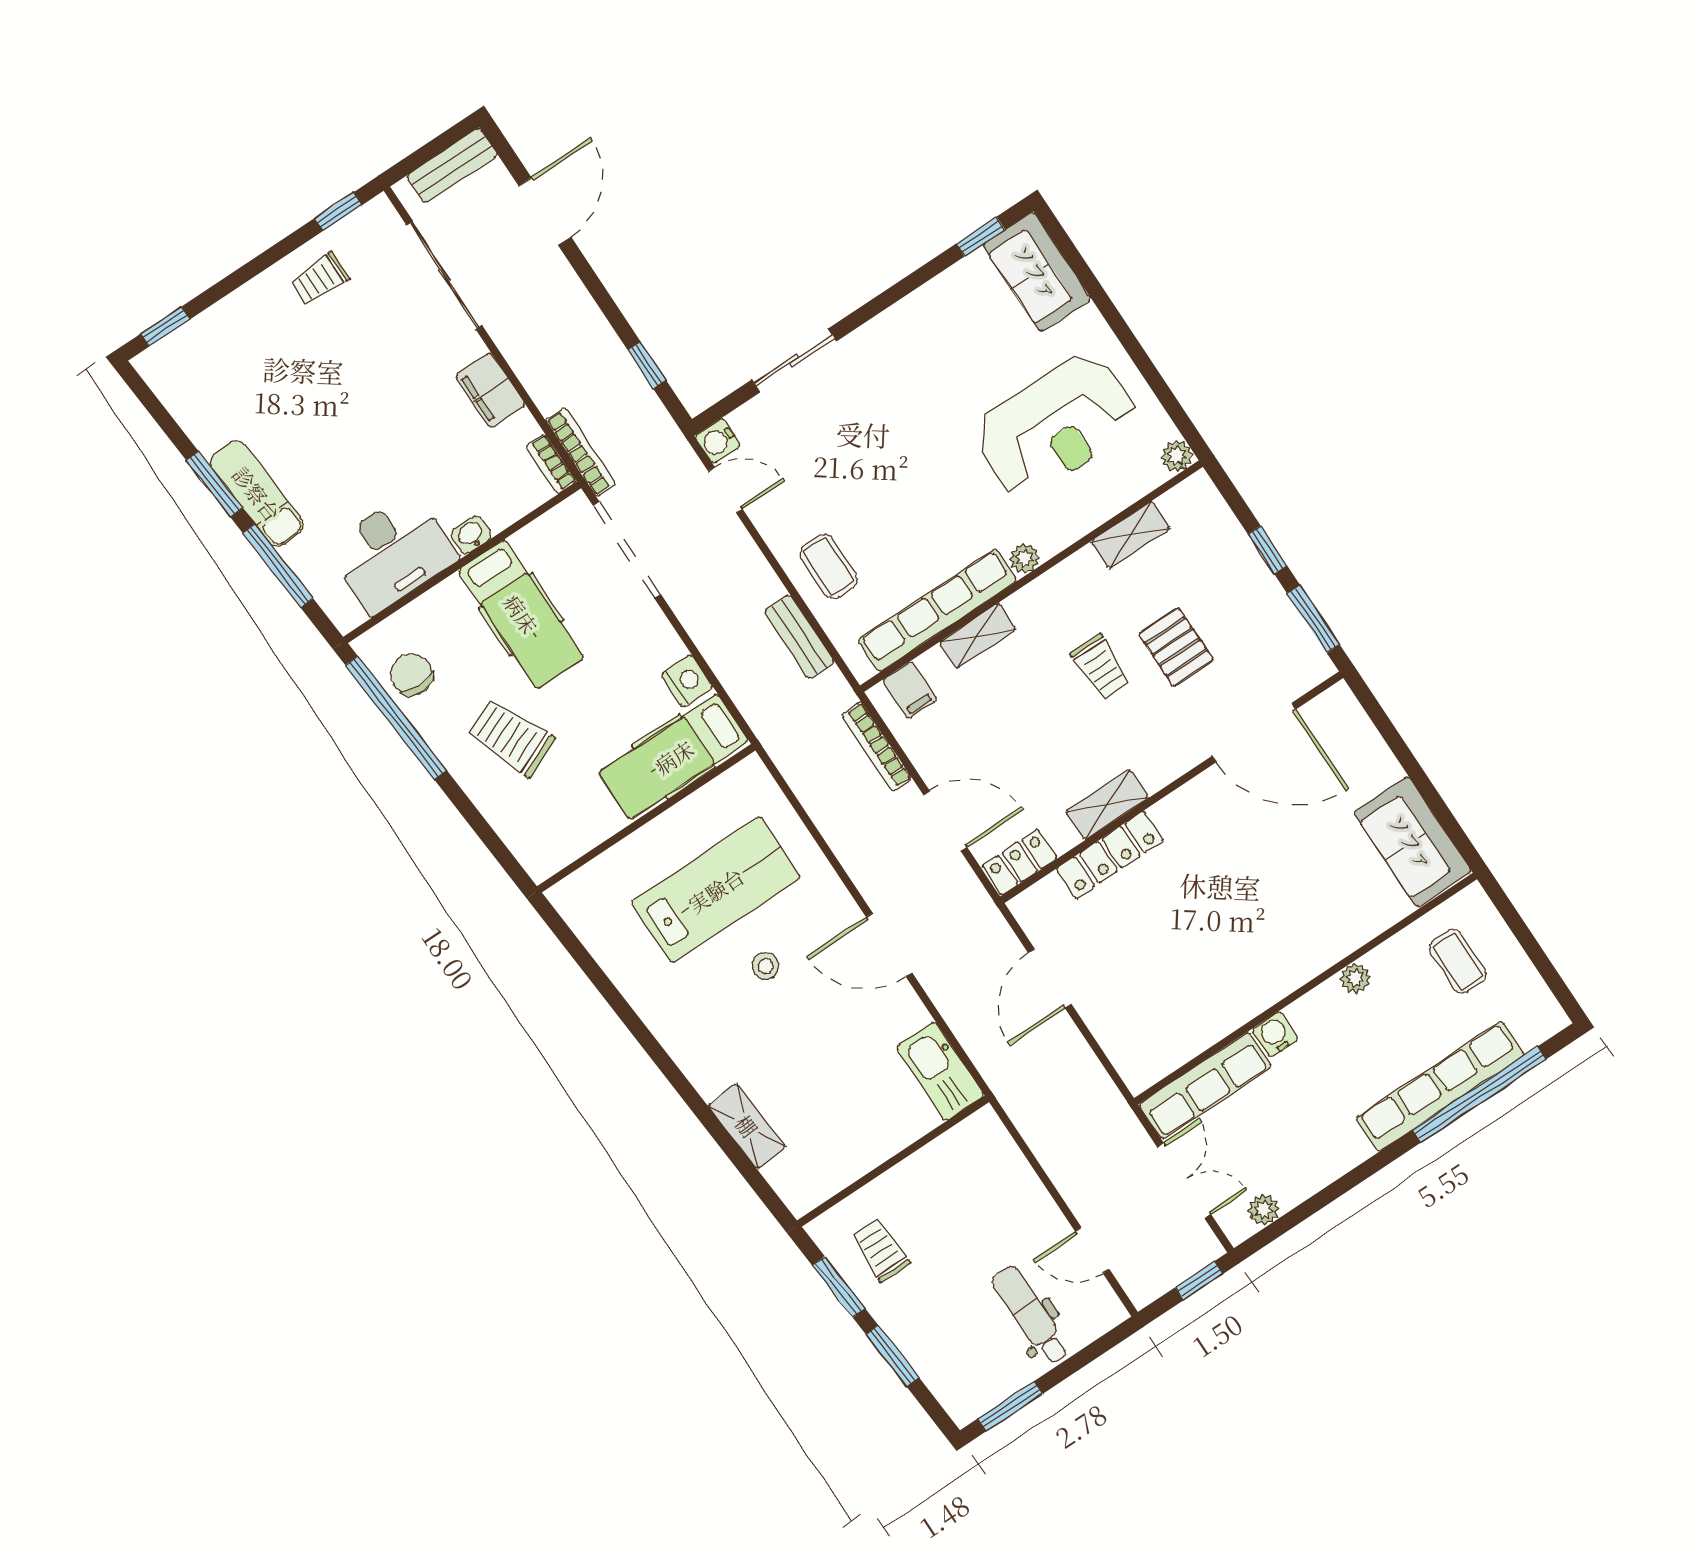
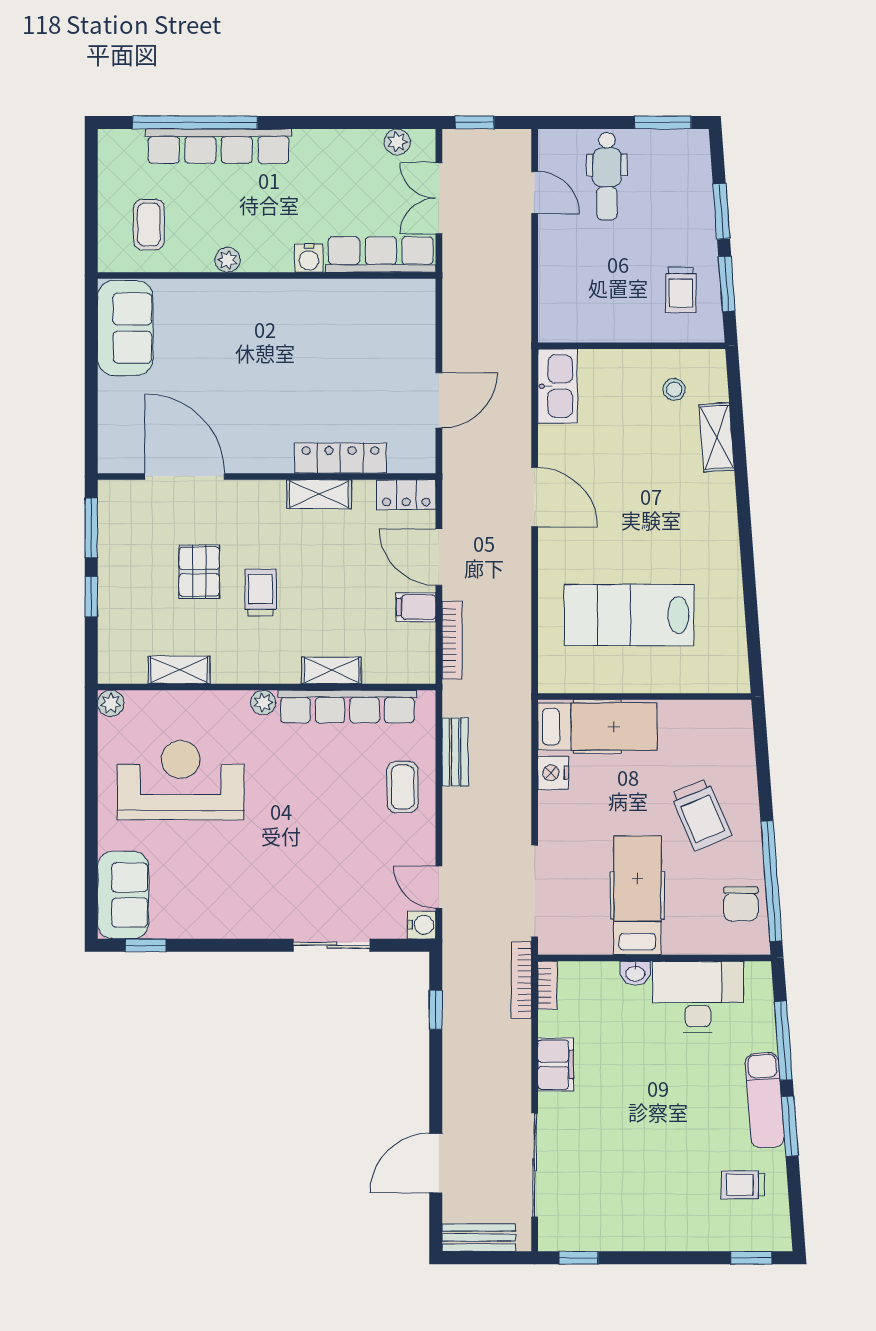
trolley: (319, 279) -> (743, 1185), moved, turned 180
filing cabinet: (910, 690) -> (416, 607), moved, turned -90
stool: (766, 966) -> (674, 389), moved

